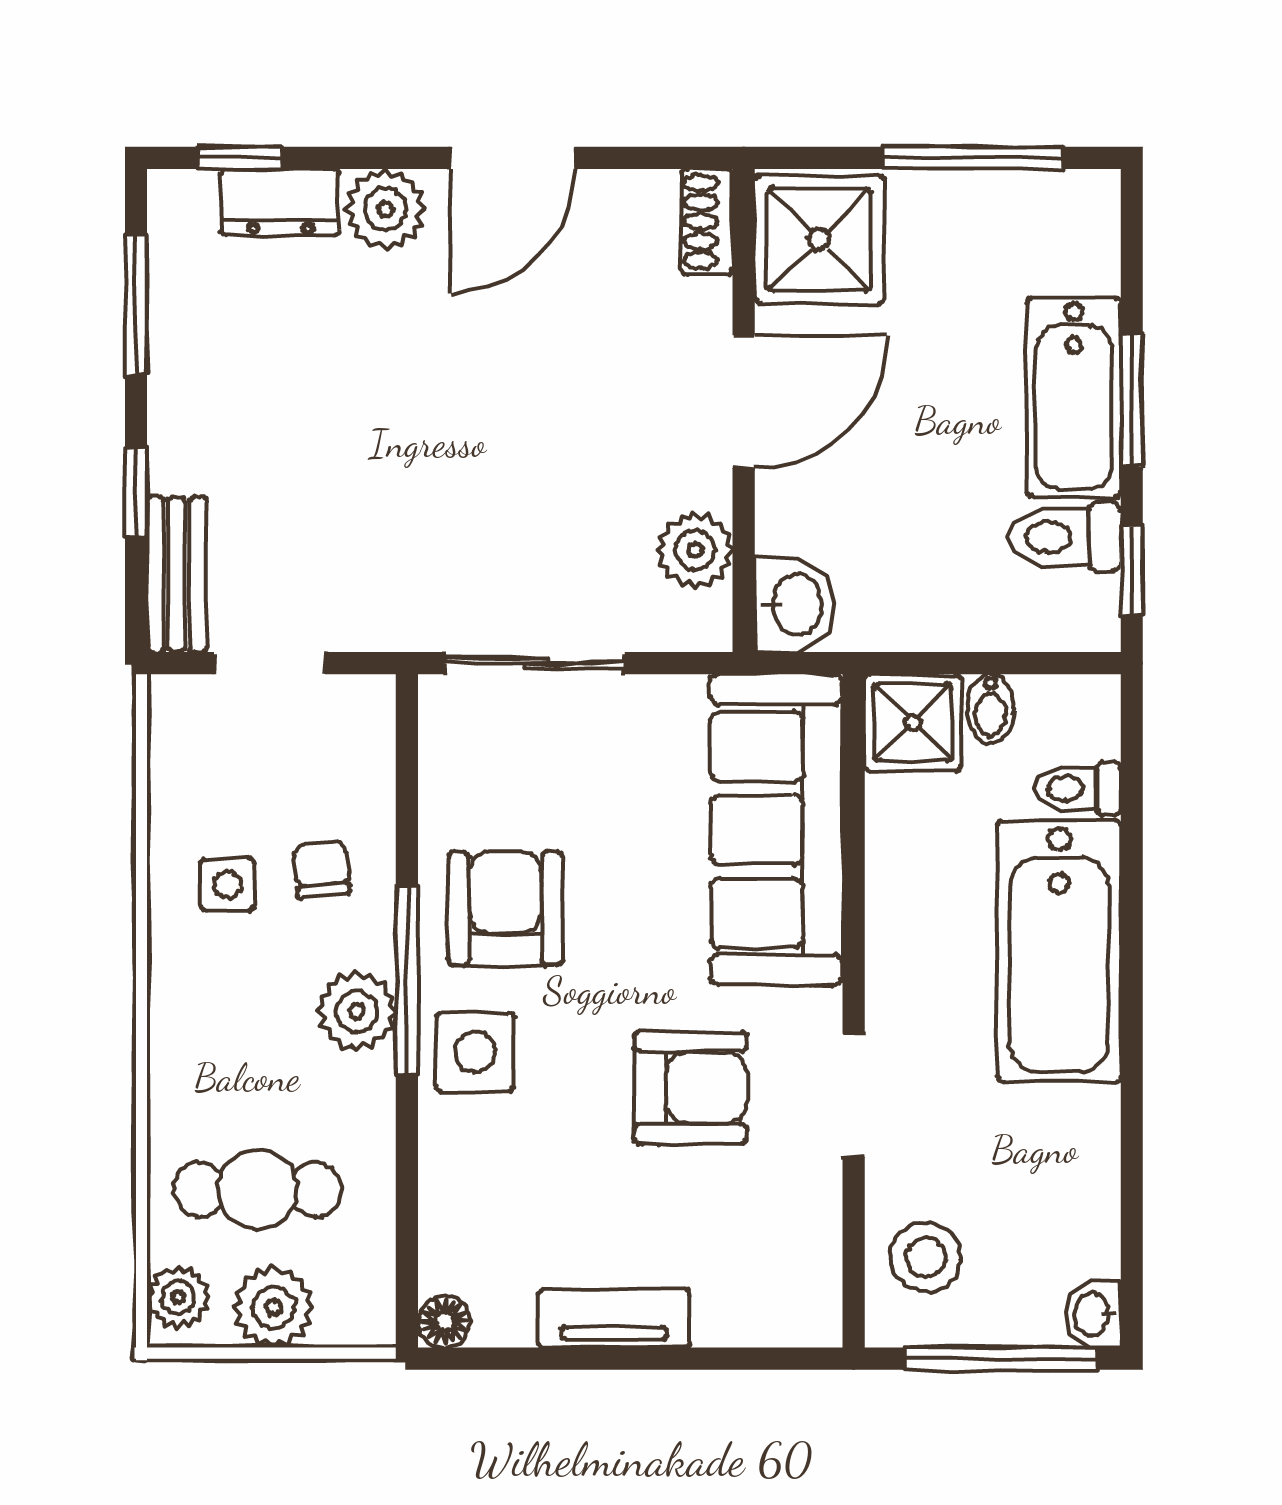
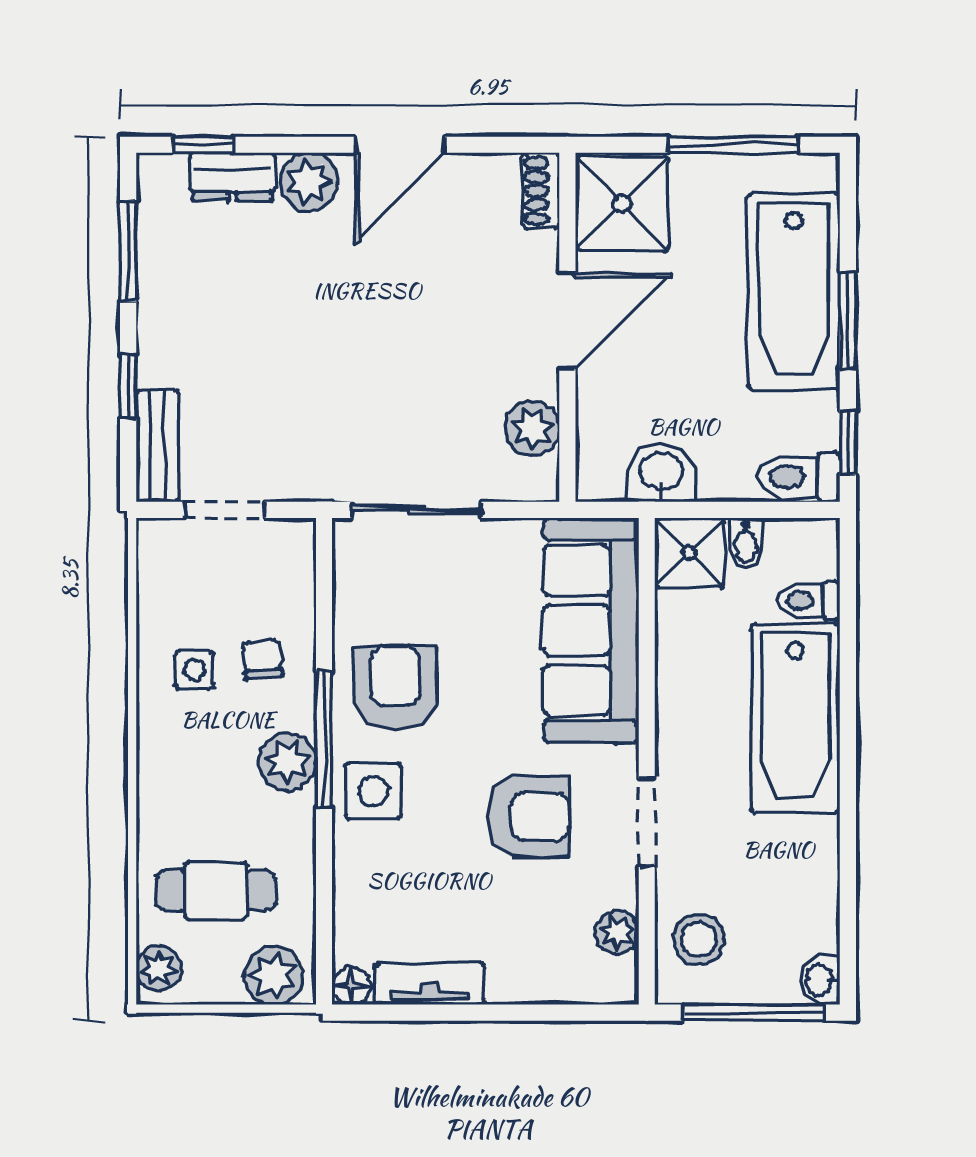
bathtub: (1074, 397) -> (794, 291), width x1.36, depth x1.36
toilet: (1064, 537) -> (799, 477), moved
washbasin: (795, 605) -> (661, 473), moved, turned -90
plant: (813, 1248) -> (617, 932), added
plant: (274, 1307) -> (273, 976), moved
tv unit: (614, 1319) -> (429, 984), moved

